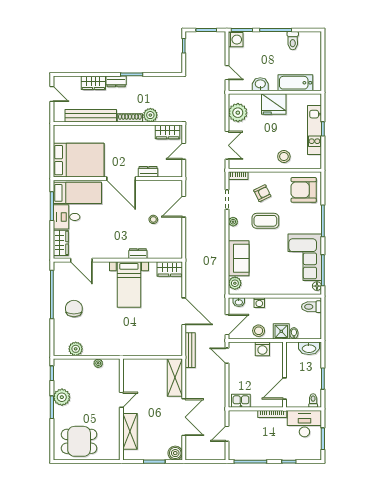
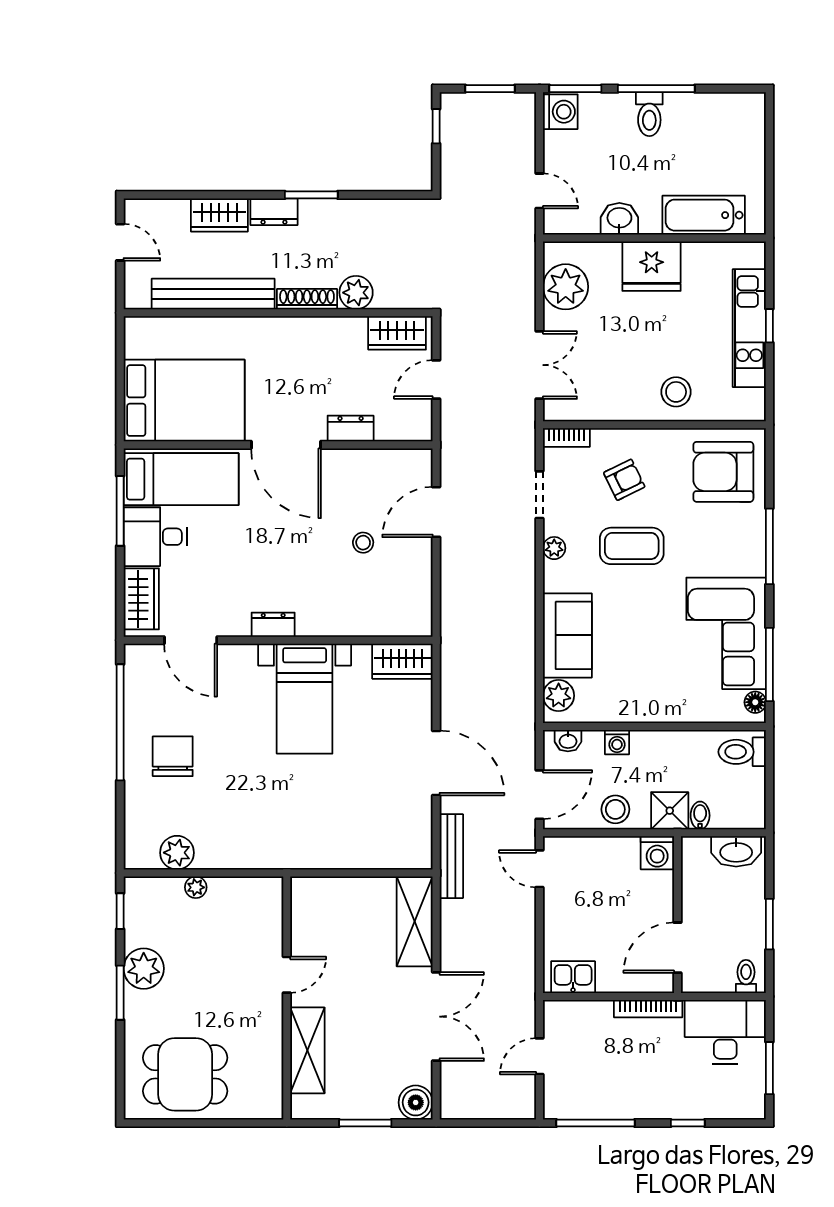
toilet: (293, 41) -> (649, 114), moved
dresser: (138, 254) -> (273, 625), moved
washing machine: (262, 349) -> (657, 853), moved
plant: (98, 363) -> (196, 887), moved

